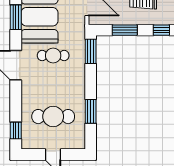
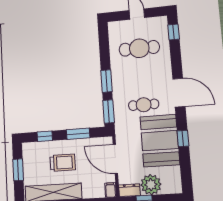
window: (16, 17) -> (183, 138), width x0.67
window: (91, 111) -> (107, 81), moved

